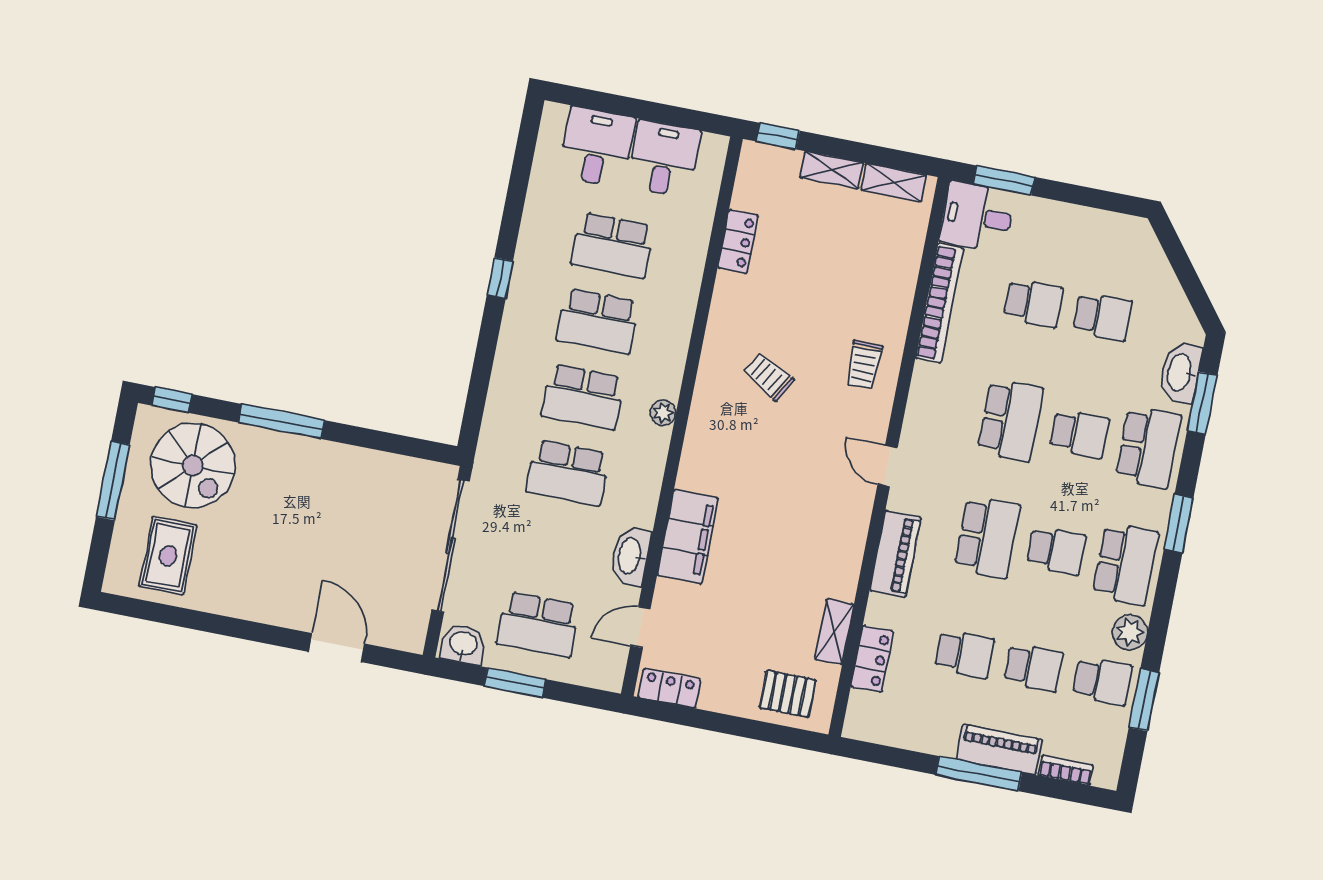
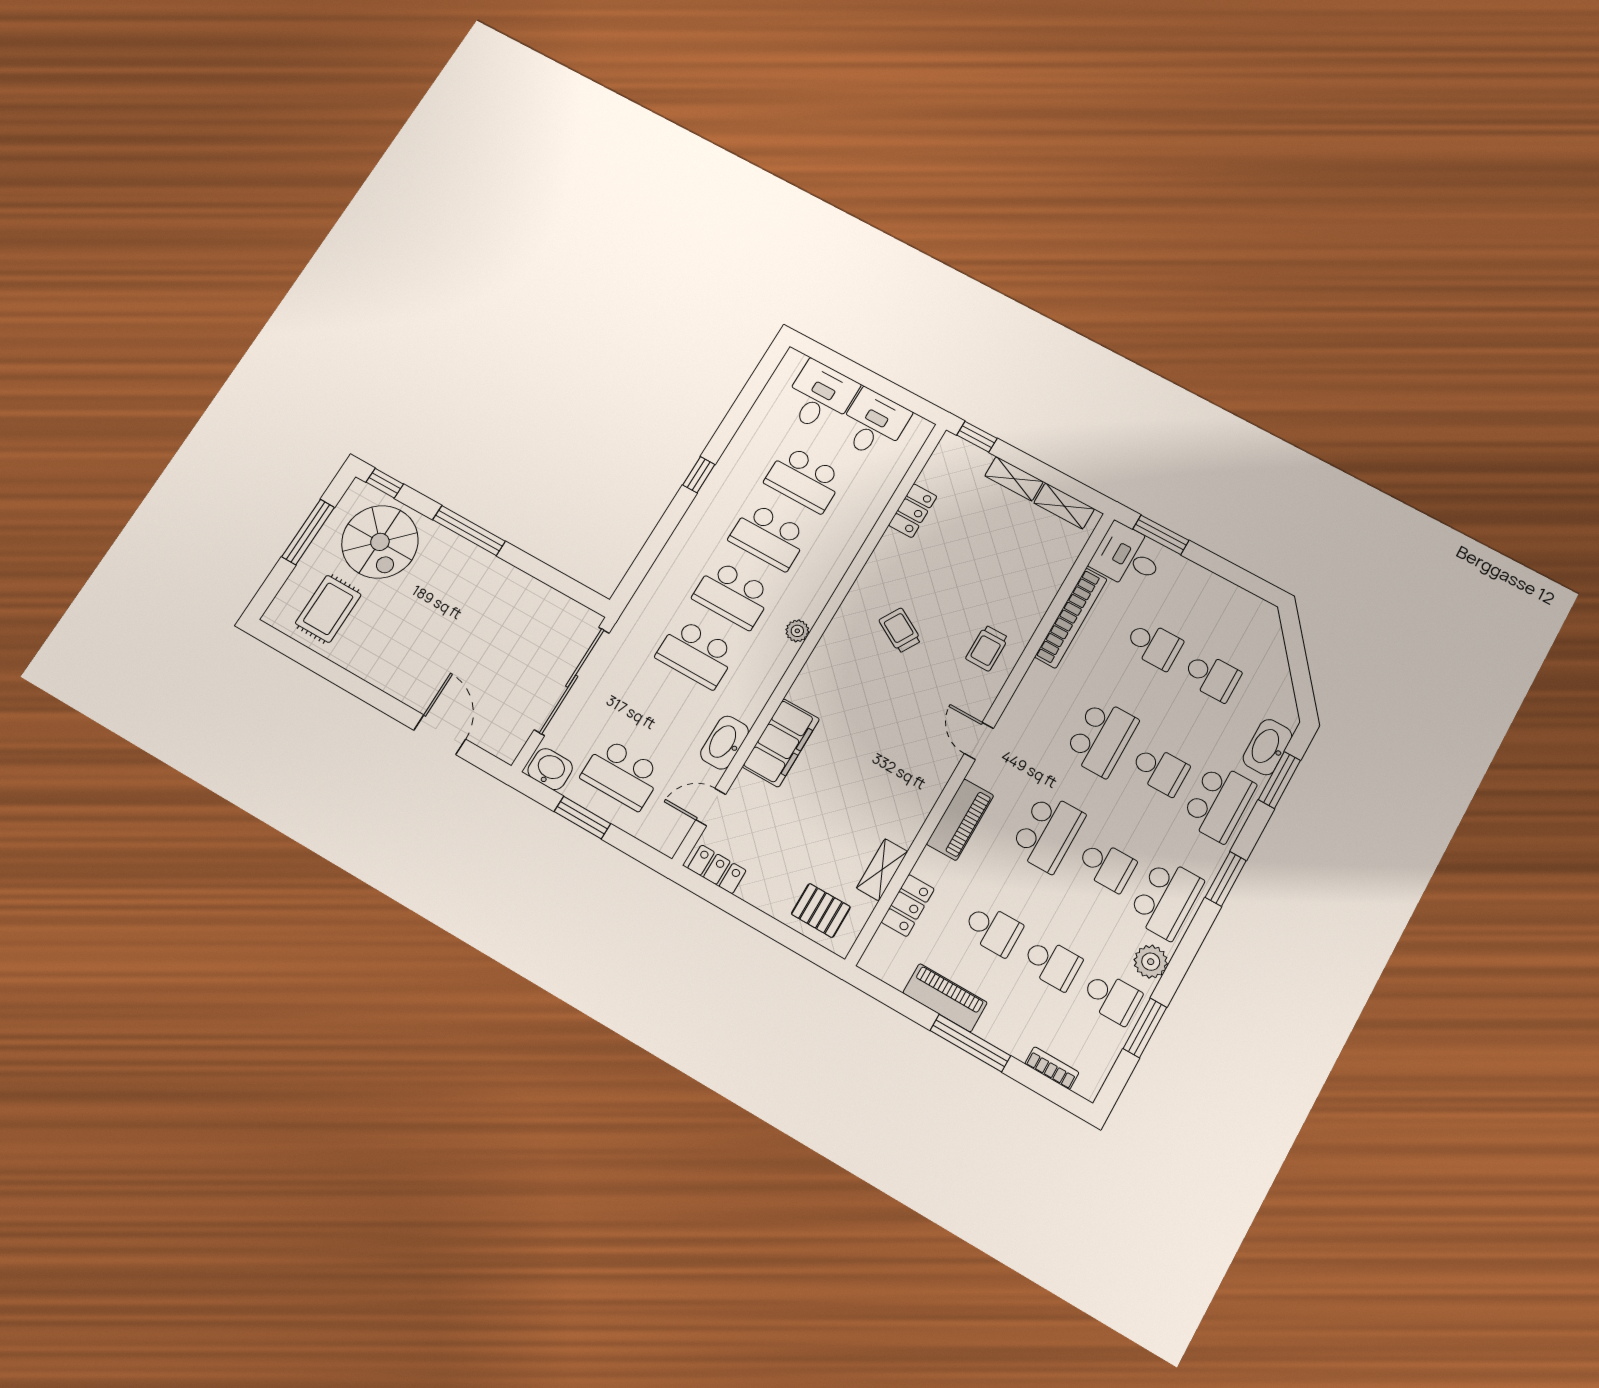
piano: (999, 750) -> (945, 998), moved

